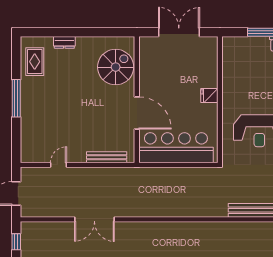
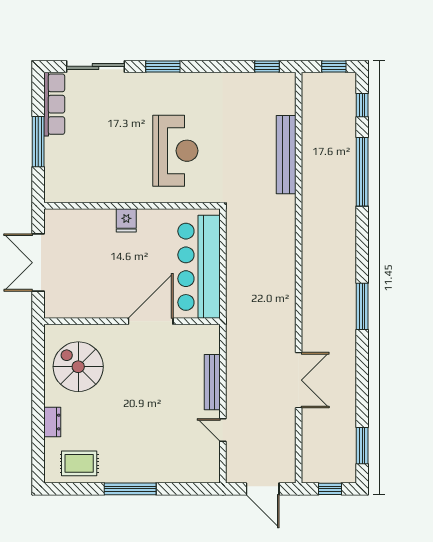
spiral stairs: (116, 67) -> (78, 367), moved
bench: (107, 157) -> (212, 382), moved

